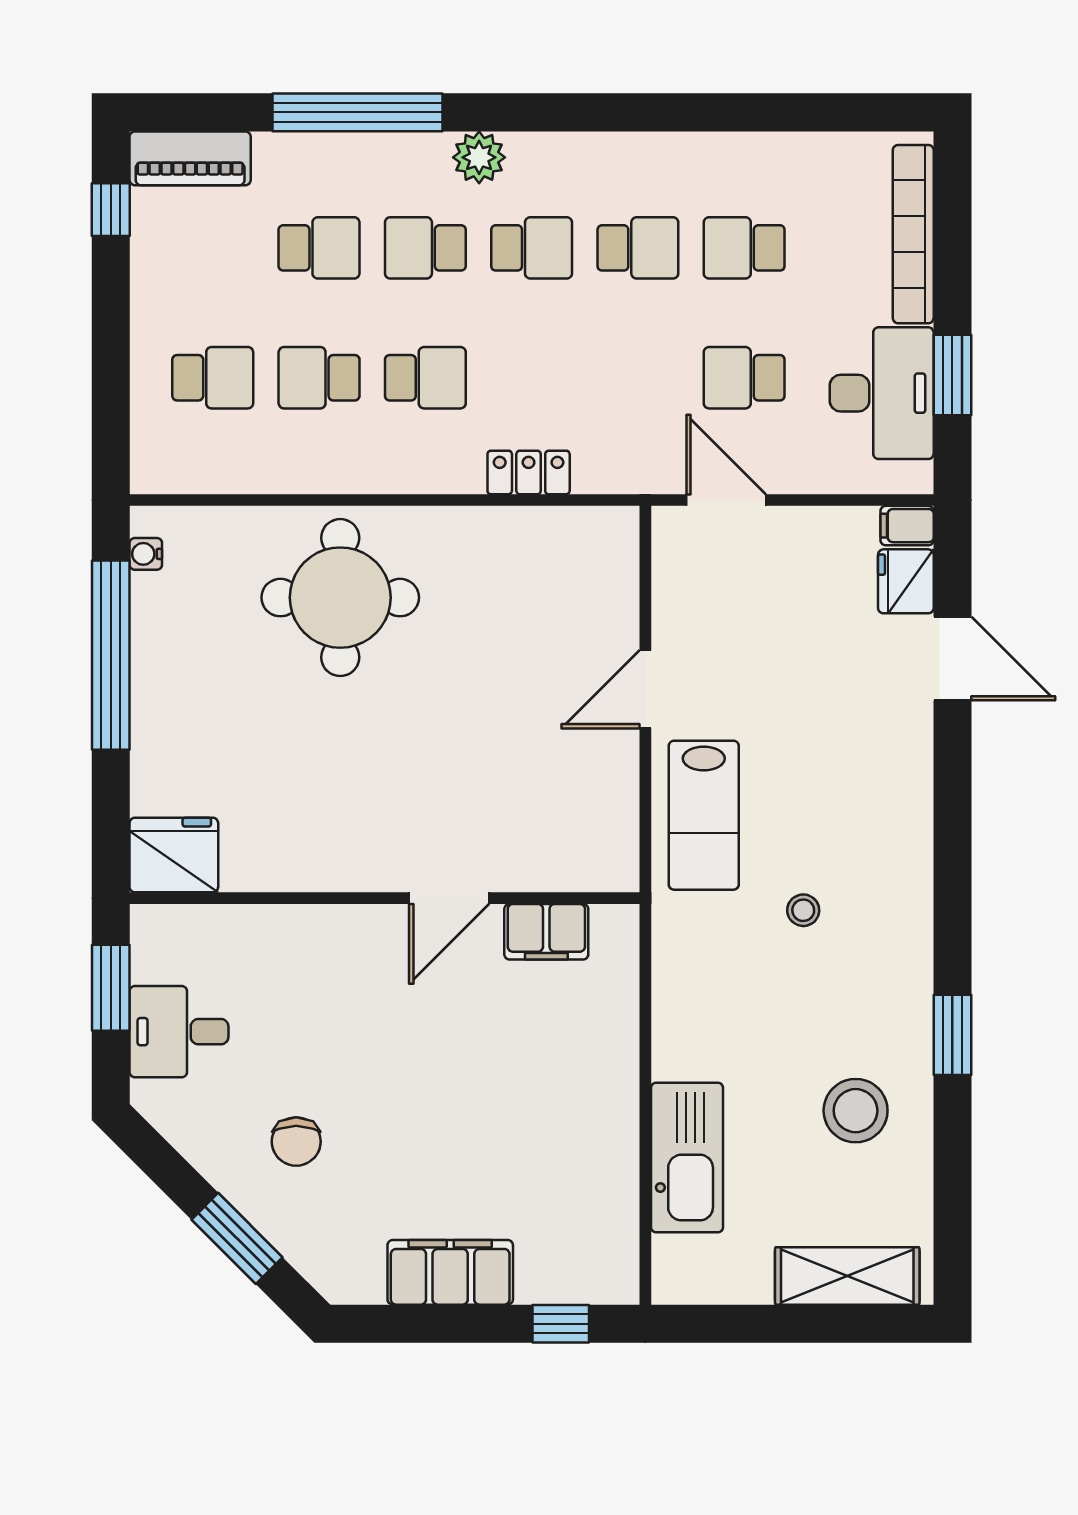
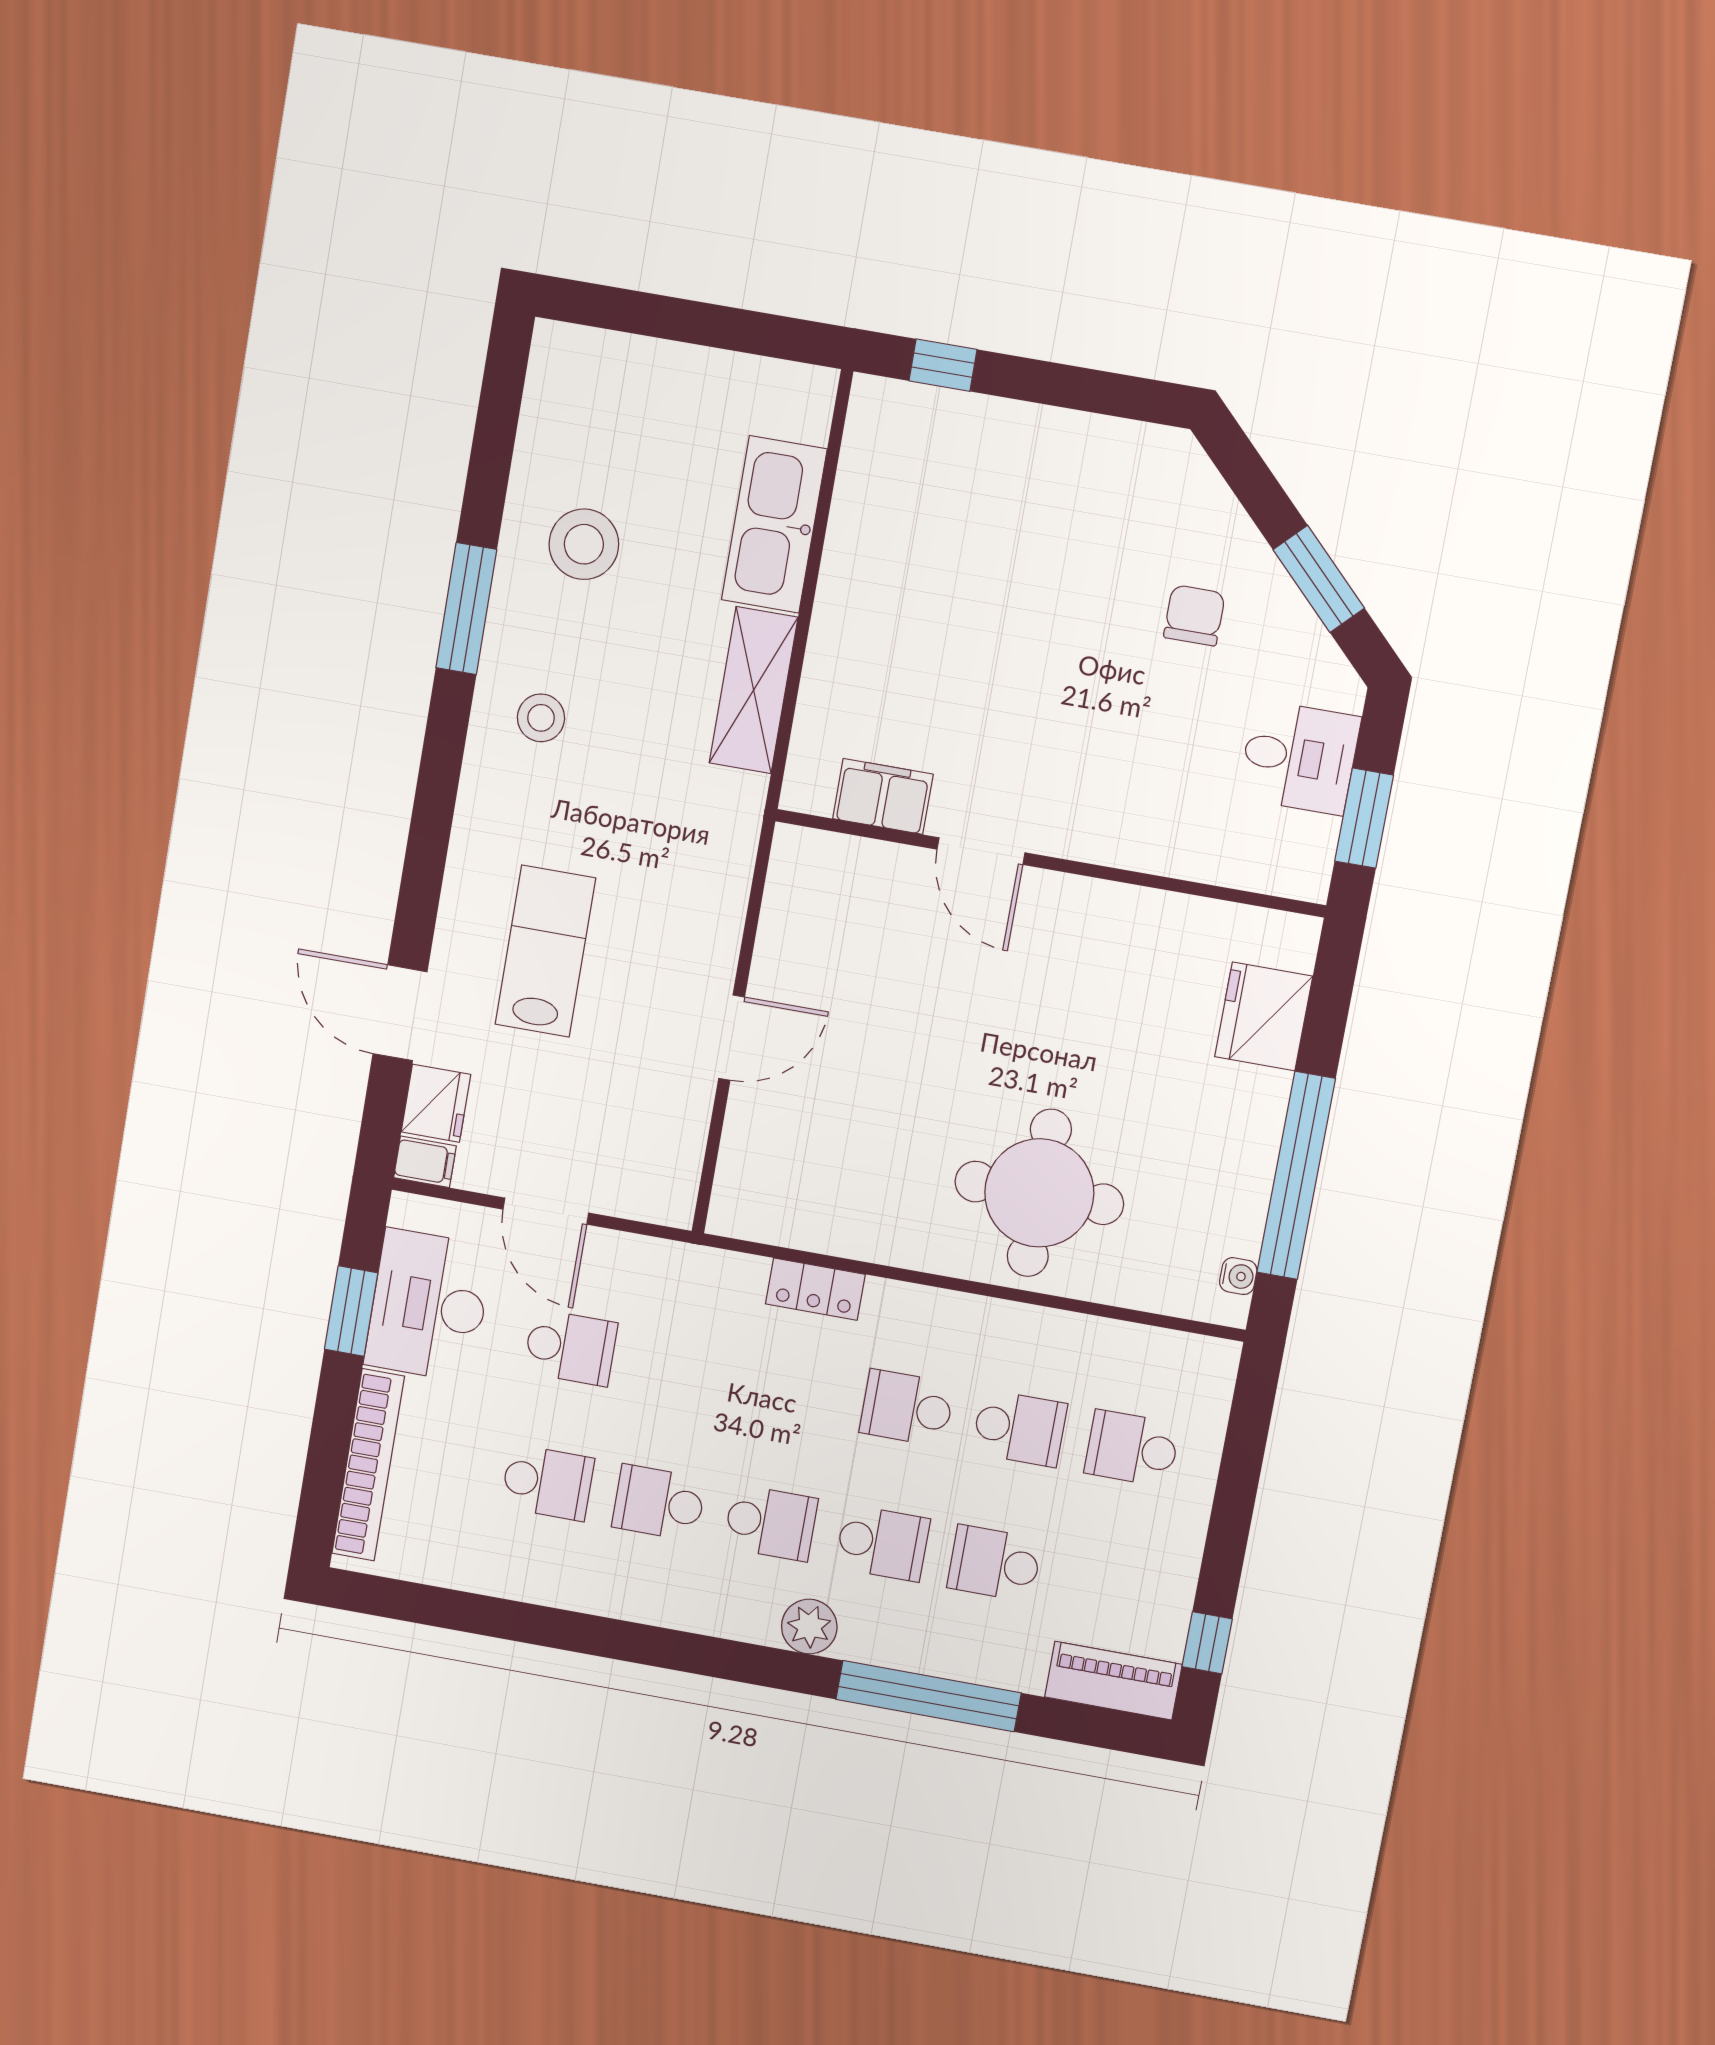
school desk: (532, 248) -> (771, 1523), turned 180
door: (726, 500) -> (546, 1211), moved
lab bench: (704, 815) -> (545, 951), moved
fridge: (174, 855) -> (1264, 1016), moved, turned 90
door: (449, 898) -> (981, 851), swing flipped
stool: (803, 910) -> (541, 718), moved, width x1.37, depth x1.37
window: (952, 1035) -> (466, 609), width x1.44
window: (237, 1238) -> (1319, 579), moved
filing cabinet: (450, 1272) -> (1053, 443), removed
shelving: (847, 1276) -> (754, 690), moved, turned 90

